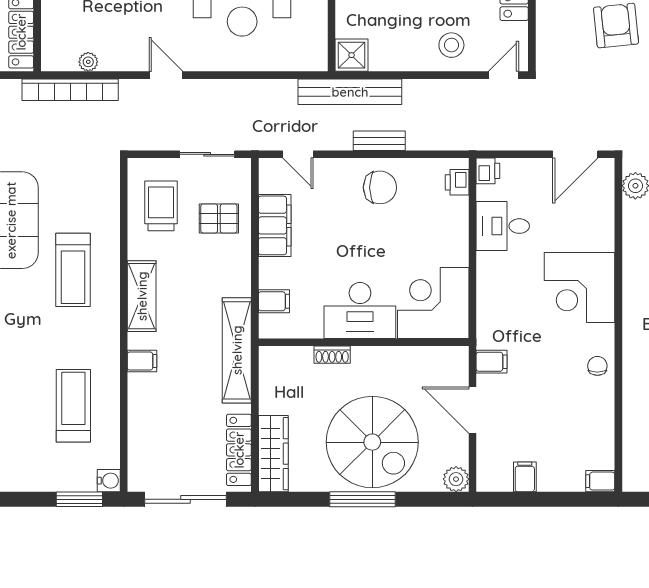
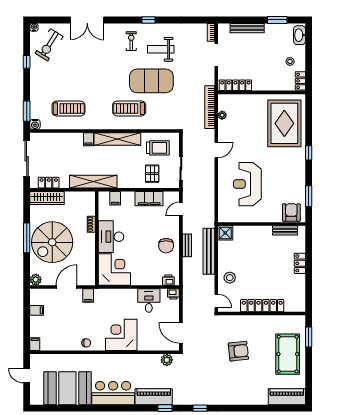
bench: (350, 92) -> (209, 251), moved
shelving: (142, 296) -> (117, 139), width x1.47
locker: (239, 450) -> (49, 183), width x0.66

